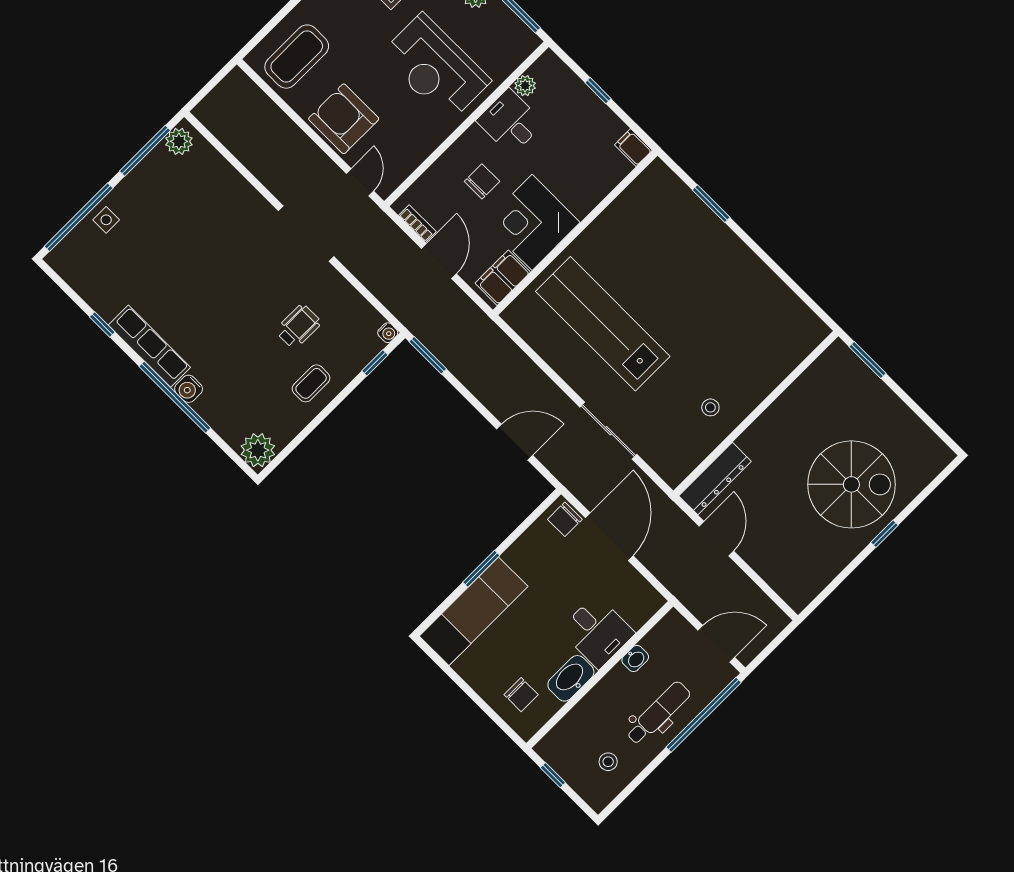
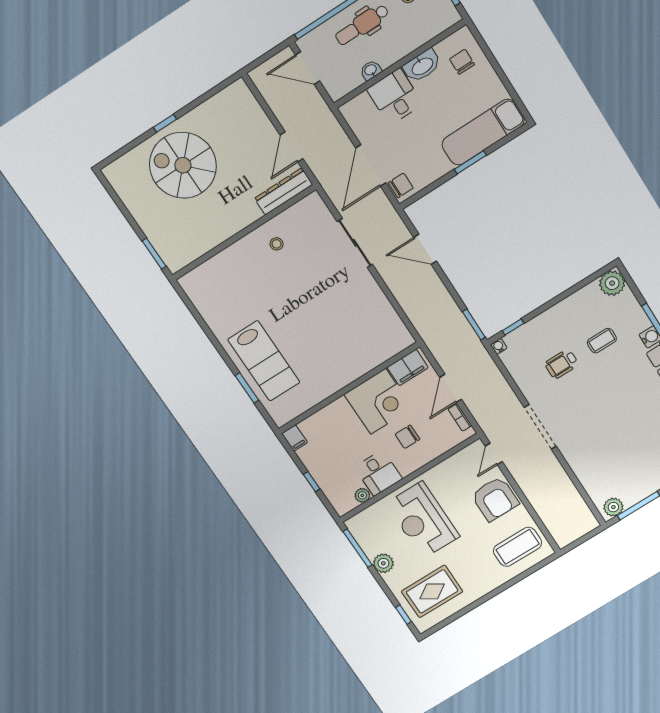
reception desk: (435, 68) -> (423, 520), turned 180
lab bench: (603, 324) -> (264, 361), moved, width x0.73
coffee table: (311, 383) -> (602, 341), moved

